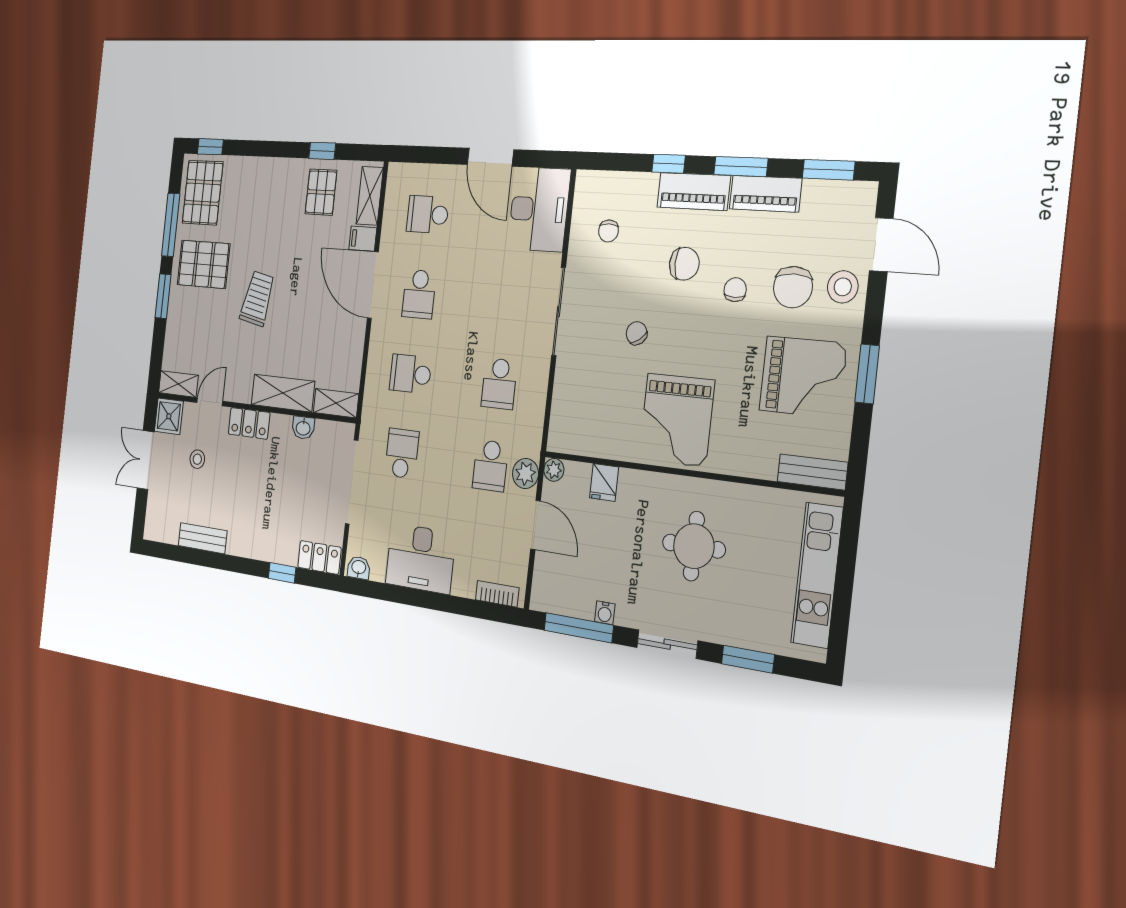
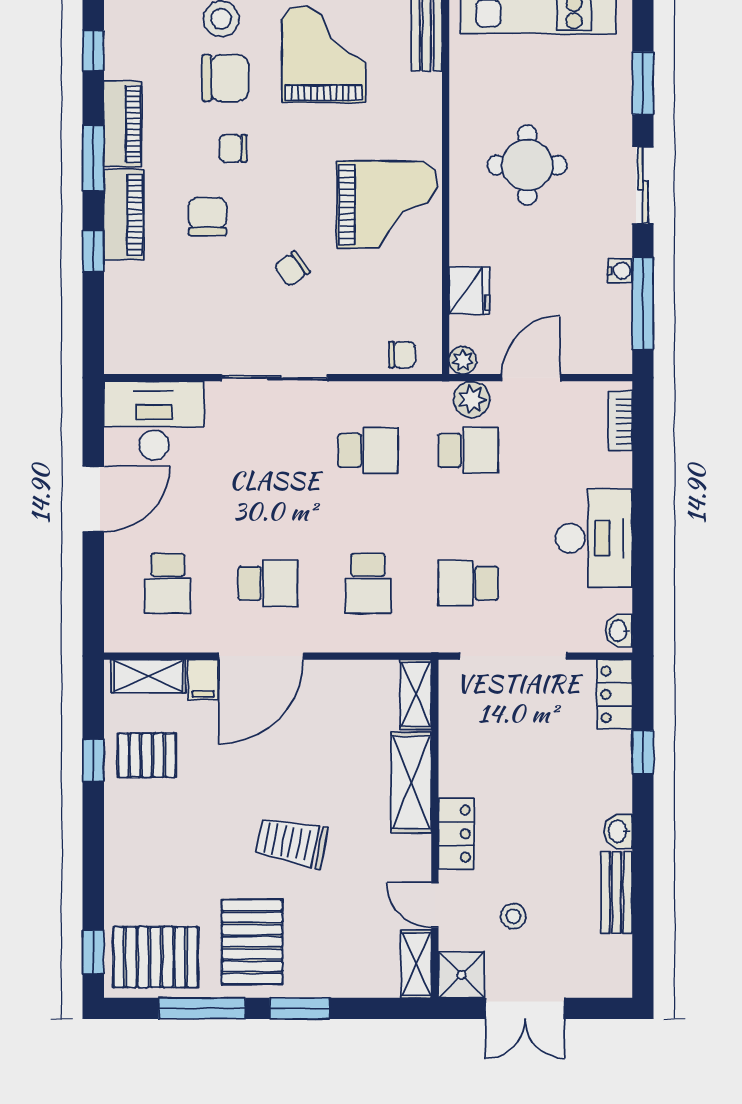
window: (829, 170) -> (93, 51), width x0.67
chair: (609, 231) -> (402, 355), moved
washbasin: (303, 428) -> (618, 831), moved, turned 180
fridge: (604, 482) -> (469, 290), width x1.38

